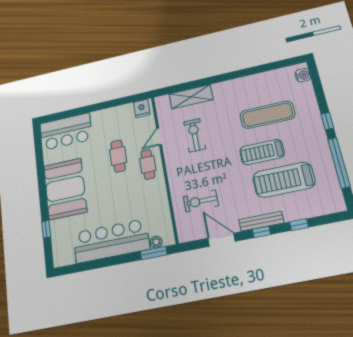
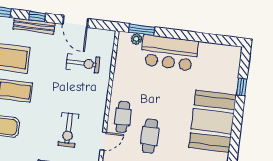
bar counter: (111, 241) -> (170, 53), width x0.73

